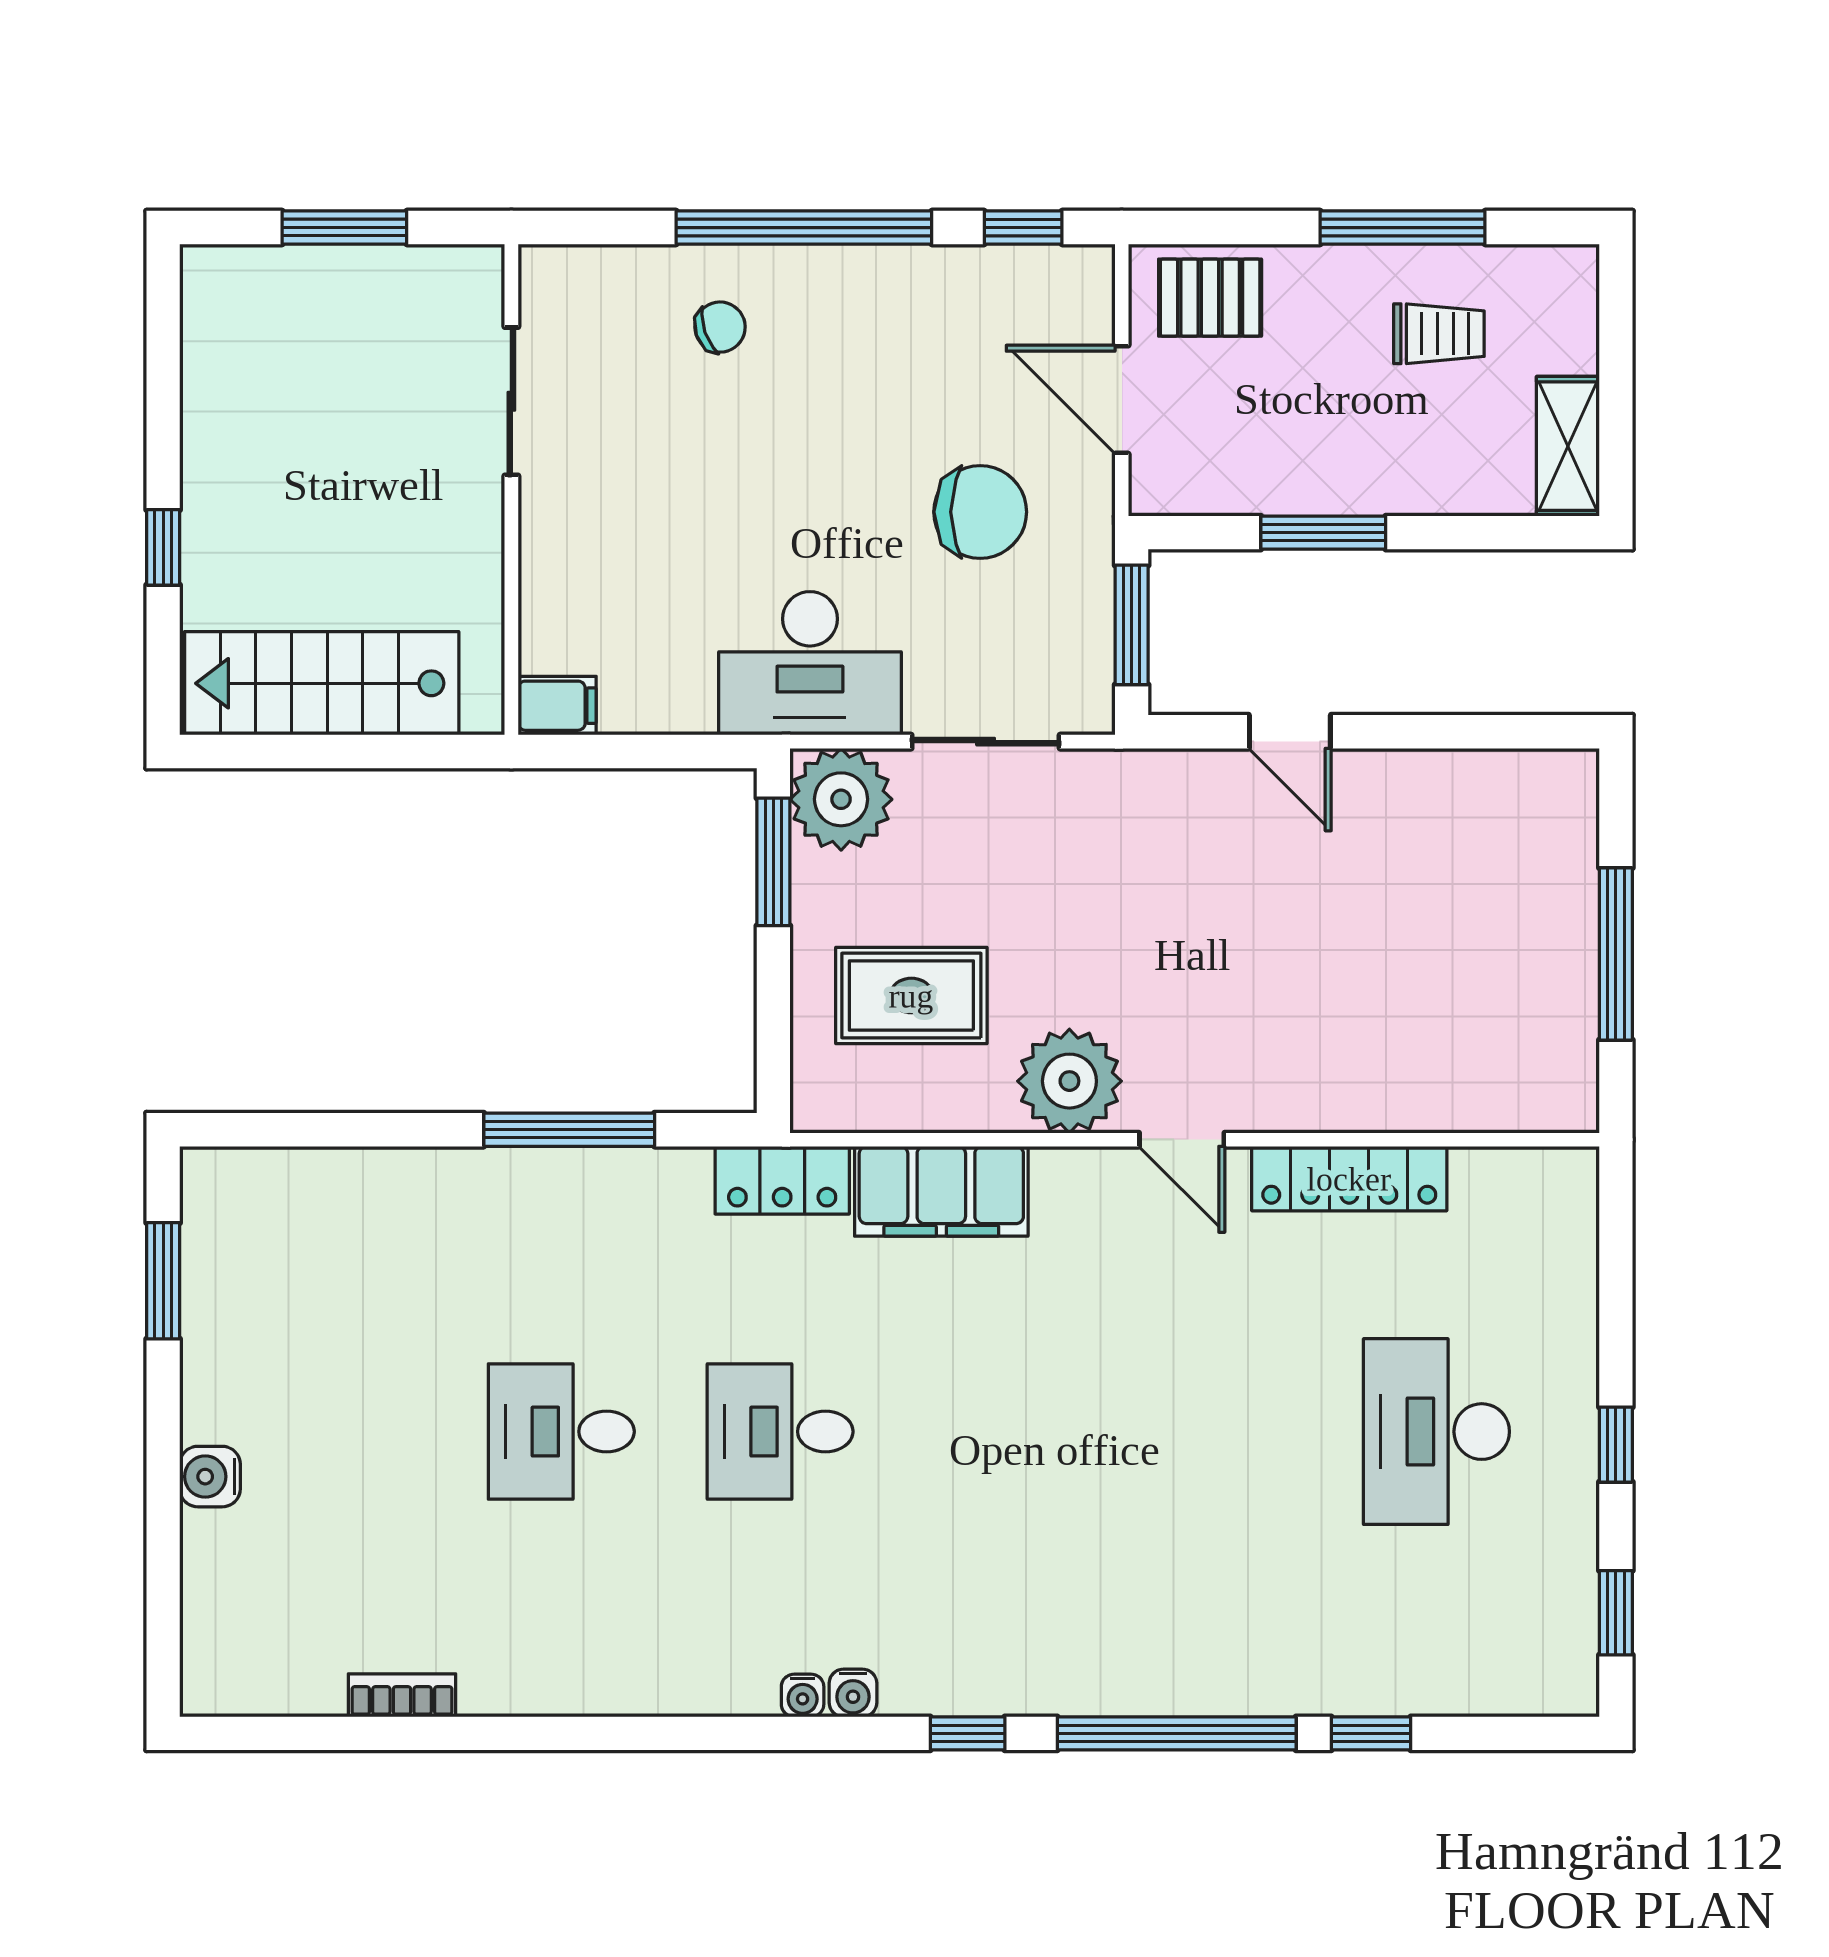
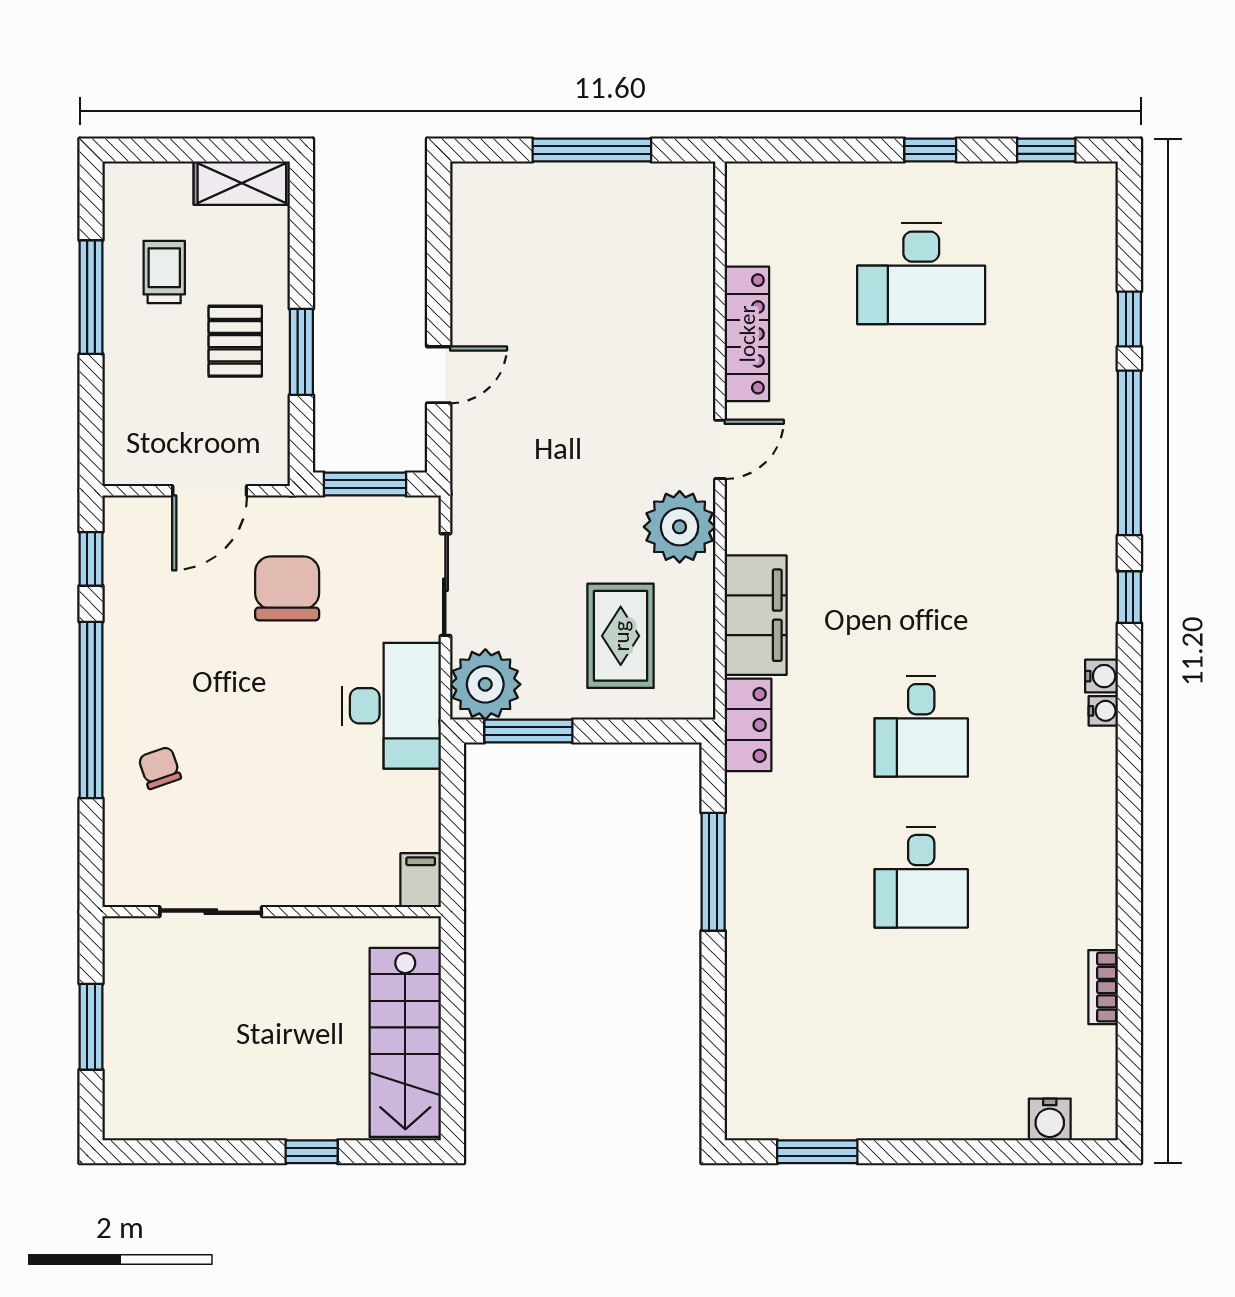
pallet: (1210, 298) -> (235, 341), moved
water cooler: (210, 1477) -> (1050, 1119), moved

